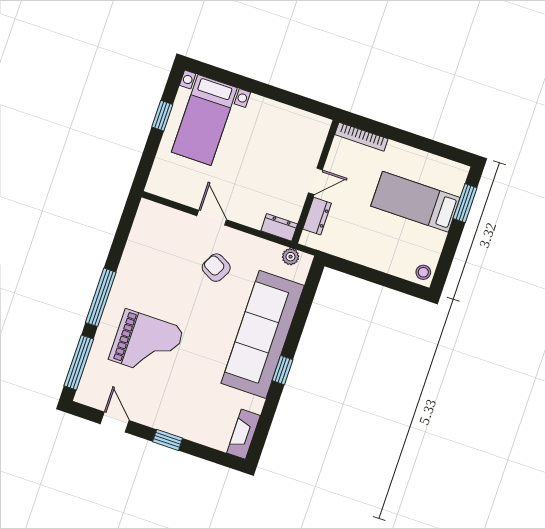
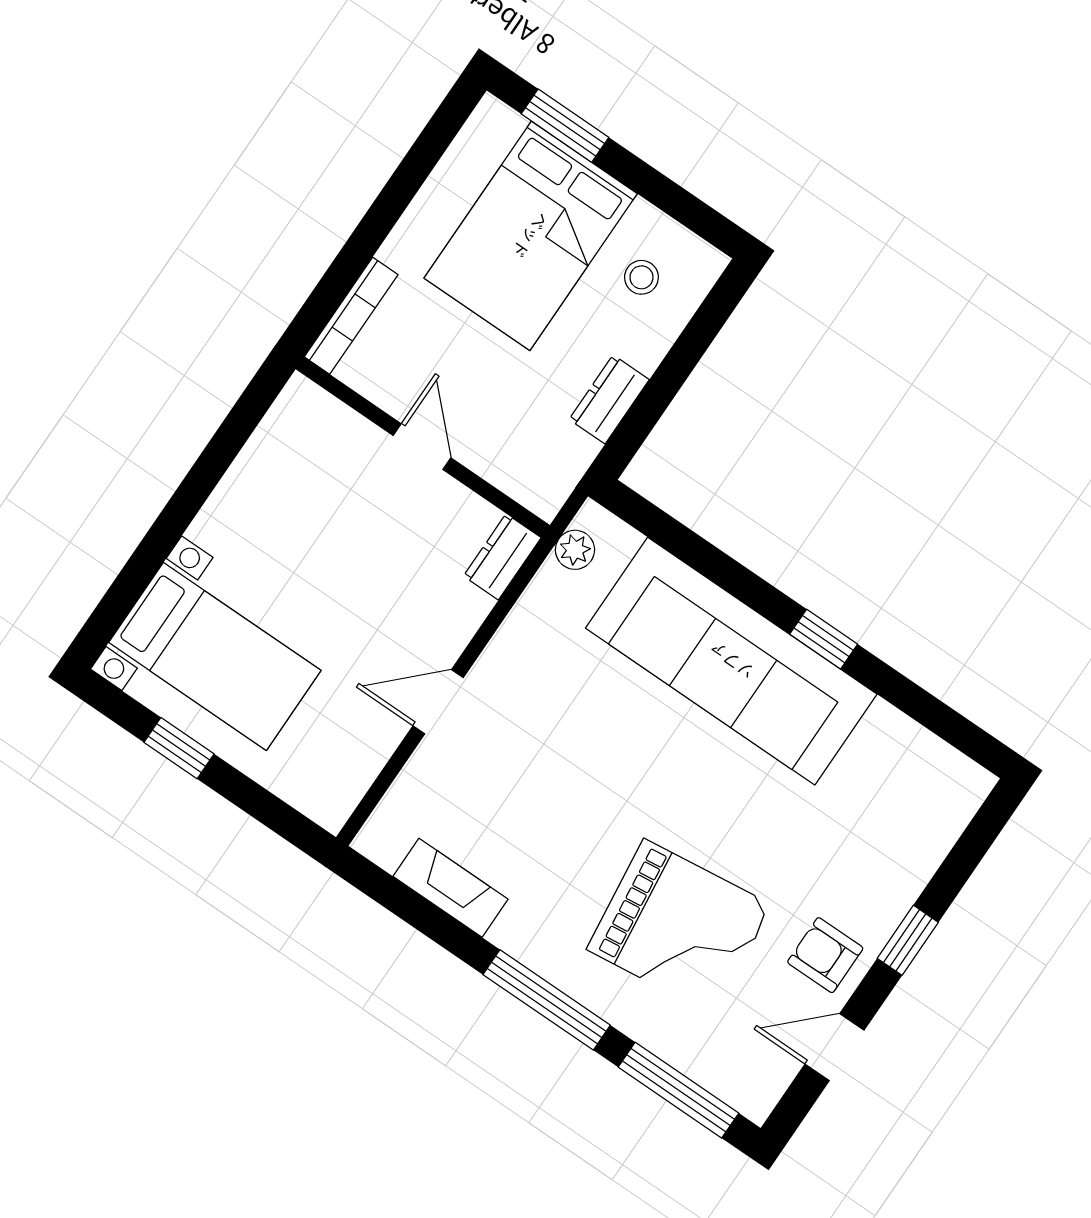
bed: (415, 202) -> (531, 236), width x1.50
dresser: (317, 216) -> (609, 399), moved, turned -90
armchair: (216, 268) -> (825, 955), moved, turned 62
stool: (423, 272) -> (641, 277), moved
grand piano: (146, 344) -> (679, 927), turned 83
fireplace: (243, 434) -> (451, 888), moved, turned 180

